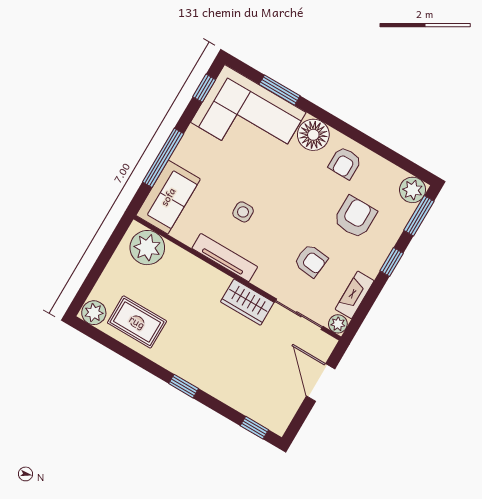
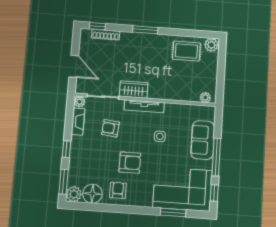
floor lamp: (313, 135) -> (92, 194), moved
window: (163, 158) -> (216, 157), moved
sofa: (168, 197) -> (203, 140), moved
armchair: (355, 217) -> (130, 163), moved, turned -90
plant: (147, 248) -> (205, 97), width x0.53, depth x0.53
tv unit: (225, 258) -> (144, 106), moved
window: (184, 386) -> (145, 30), width x1.50
shoe rack: (248, 408) -> (106, 35), added

